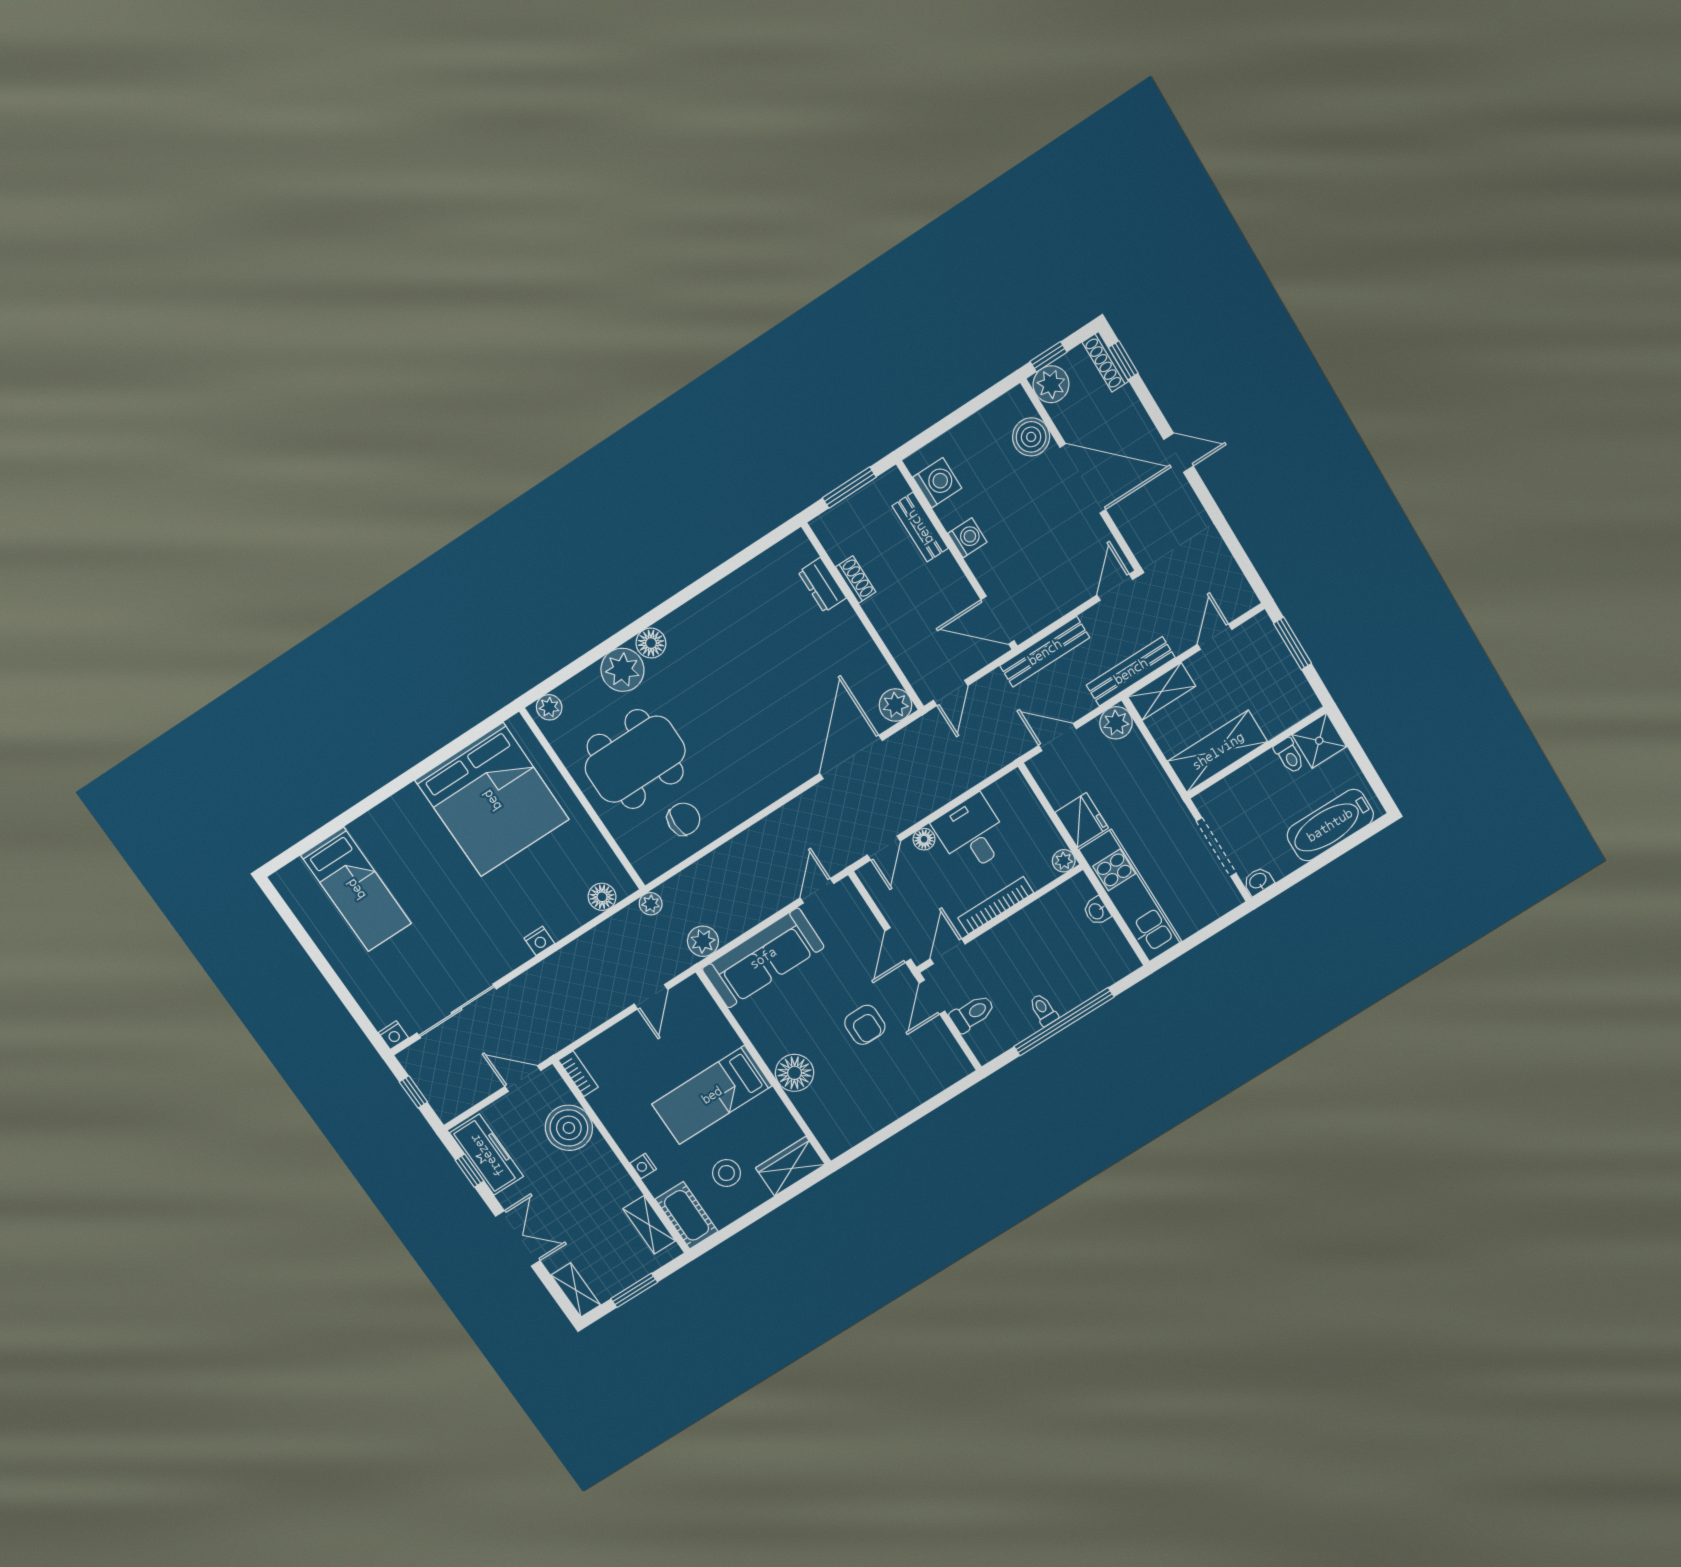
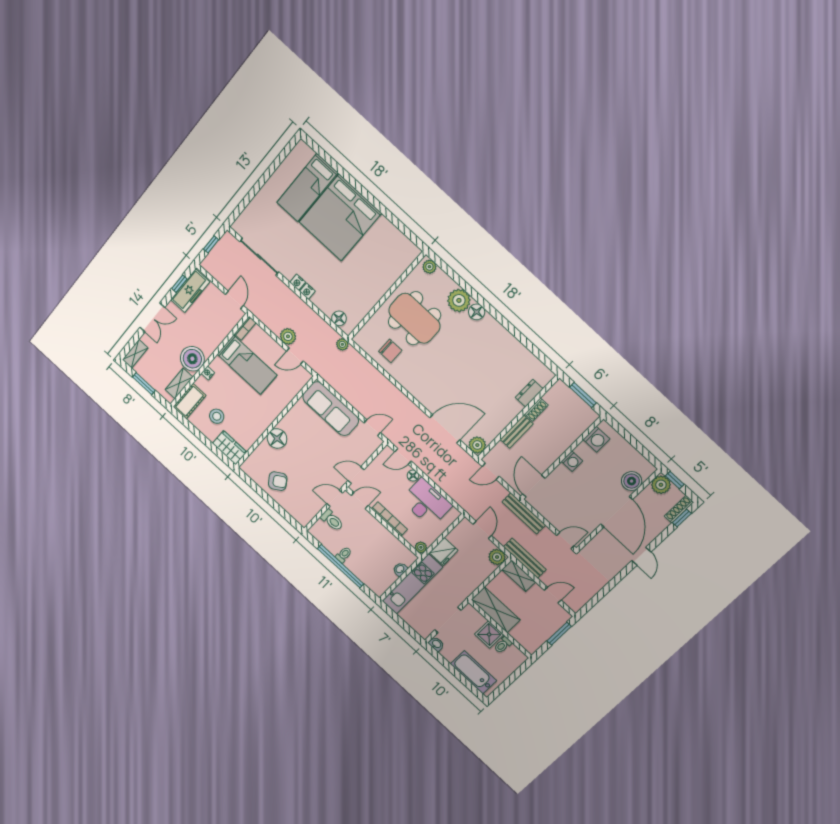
bench: (920, 527) -> (517, 432), moved
shower: (1319, 741) -> (489, 634), moved
bed: (492, 800) -> (340, 218), moved
desk: (972, 834) -> (426, 503), width x1.37
plant: (703, 941) -> (288, 336), moved
armchair: (865, 1025) -> (278, 481), moved, turned -123
nightstand: (393, 1035) -> (298, 282), moved
bed: (712, 1095) -> (247, 365), moved, turned 180
boiler: (569, 1128) -> (192, 359), moved

